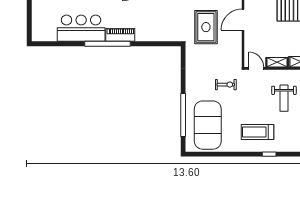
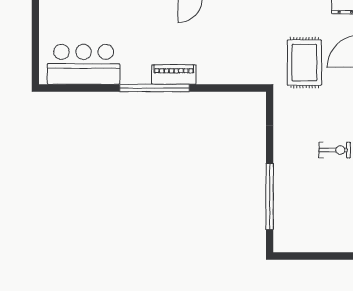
bar counter: (81, 28) -> (84, 64), moved
exercise mat: (208, 125) -> (307, 212), removed

